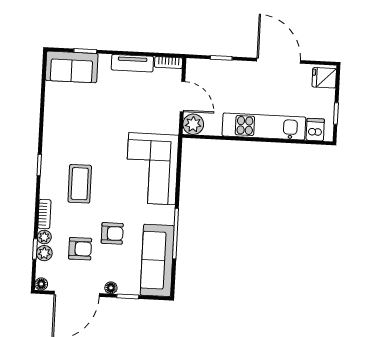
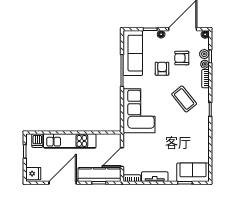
door: (279, 61) -> (63, 183), swing flipped
kitchen counter: (220, 71) -> (99, 175), added
door: (182, 97) -> (122, 157), hinge flipped
plant: (193, 124) -> (114, 140), removed
coffee table: (80, 184) -> (184, 99), turned -39
armchair: (112, 233) -> (162, 69), turned 90

